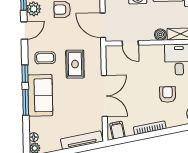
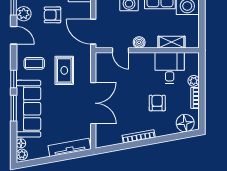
door: (24, 30) -> (14, 35), hinge flipped
boiler: (160, 35) -> (139, 42), moved
sofa: (40, 95) -> (28, 109), width x1.36
filing cabinet: (117, 130) -> (106, 138), removed

